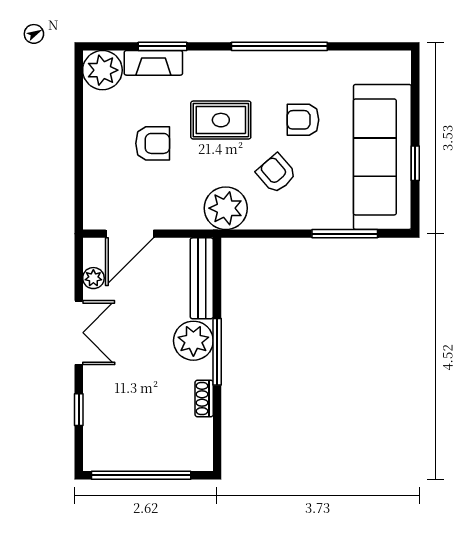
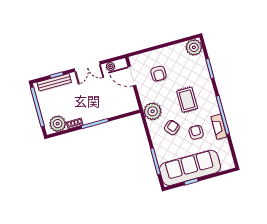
fireplace: (153, 63) -> (219, 127), moved
armchair: (153, 143) -> (158, 74), moved
bench: (202, 278) -> (54, 82), moved
plant: (193, 341) -> (58, 124), moved

